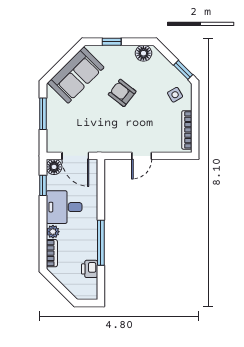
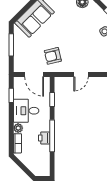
armchair: (122, 93) -> (53, 56), moved, turned -51
floor lamp: (54, 167) -> (19, 82), removed
window: (101, 191) -> (52, 100), added
printer: (90, 269) -> (44, 138), moved

